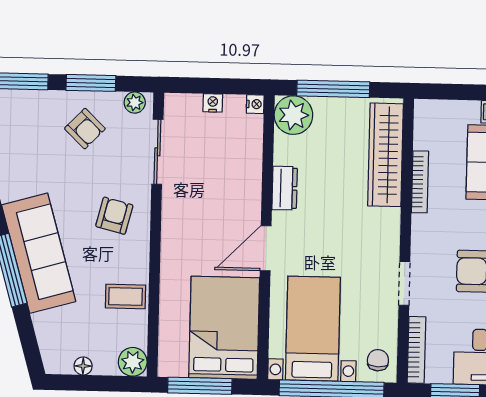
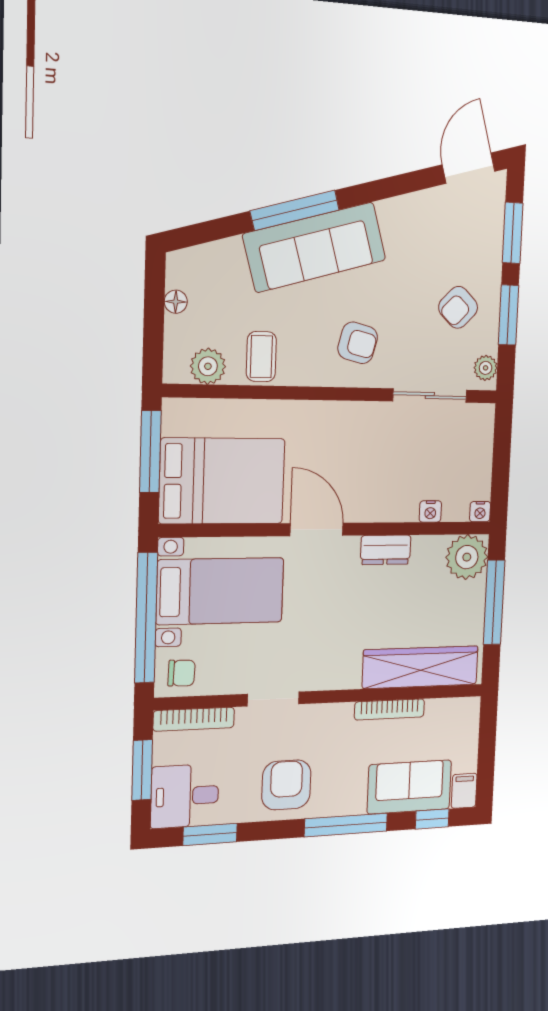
nightstand: (213, 103) -> (430, 511), moved, turned 90
plant: (133, 362) -> (208, 366), moved

